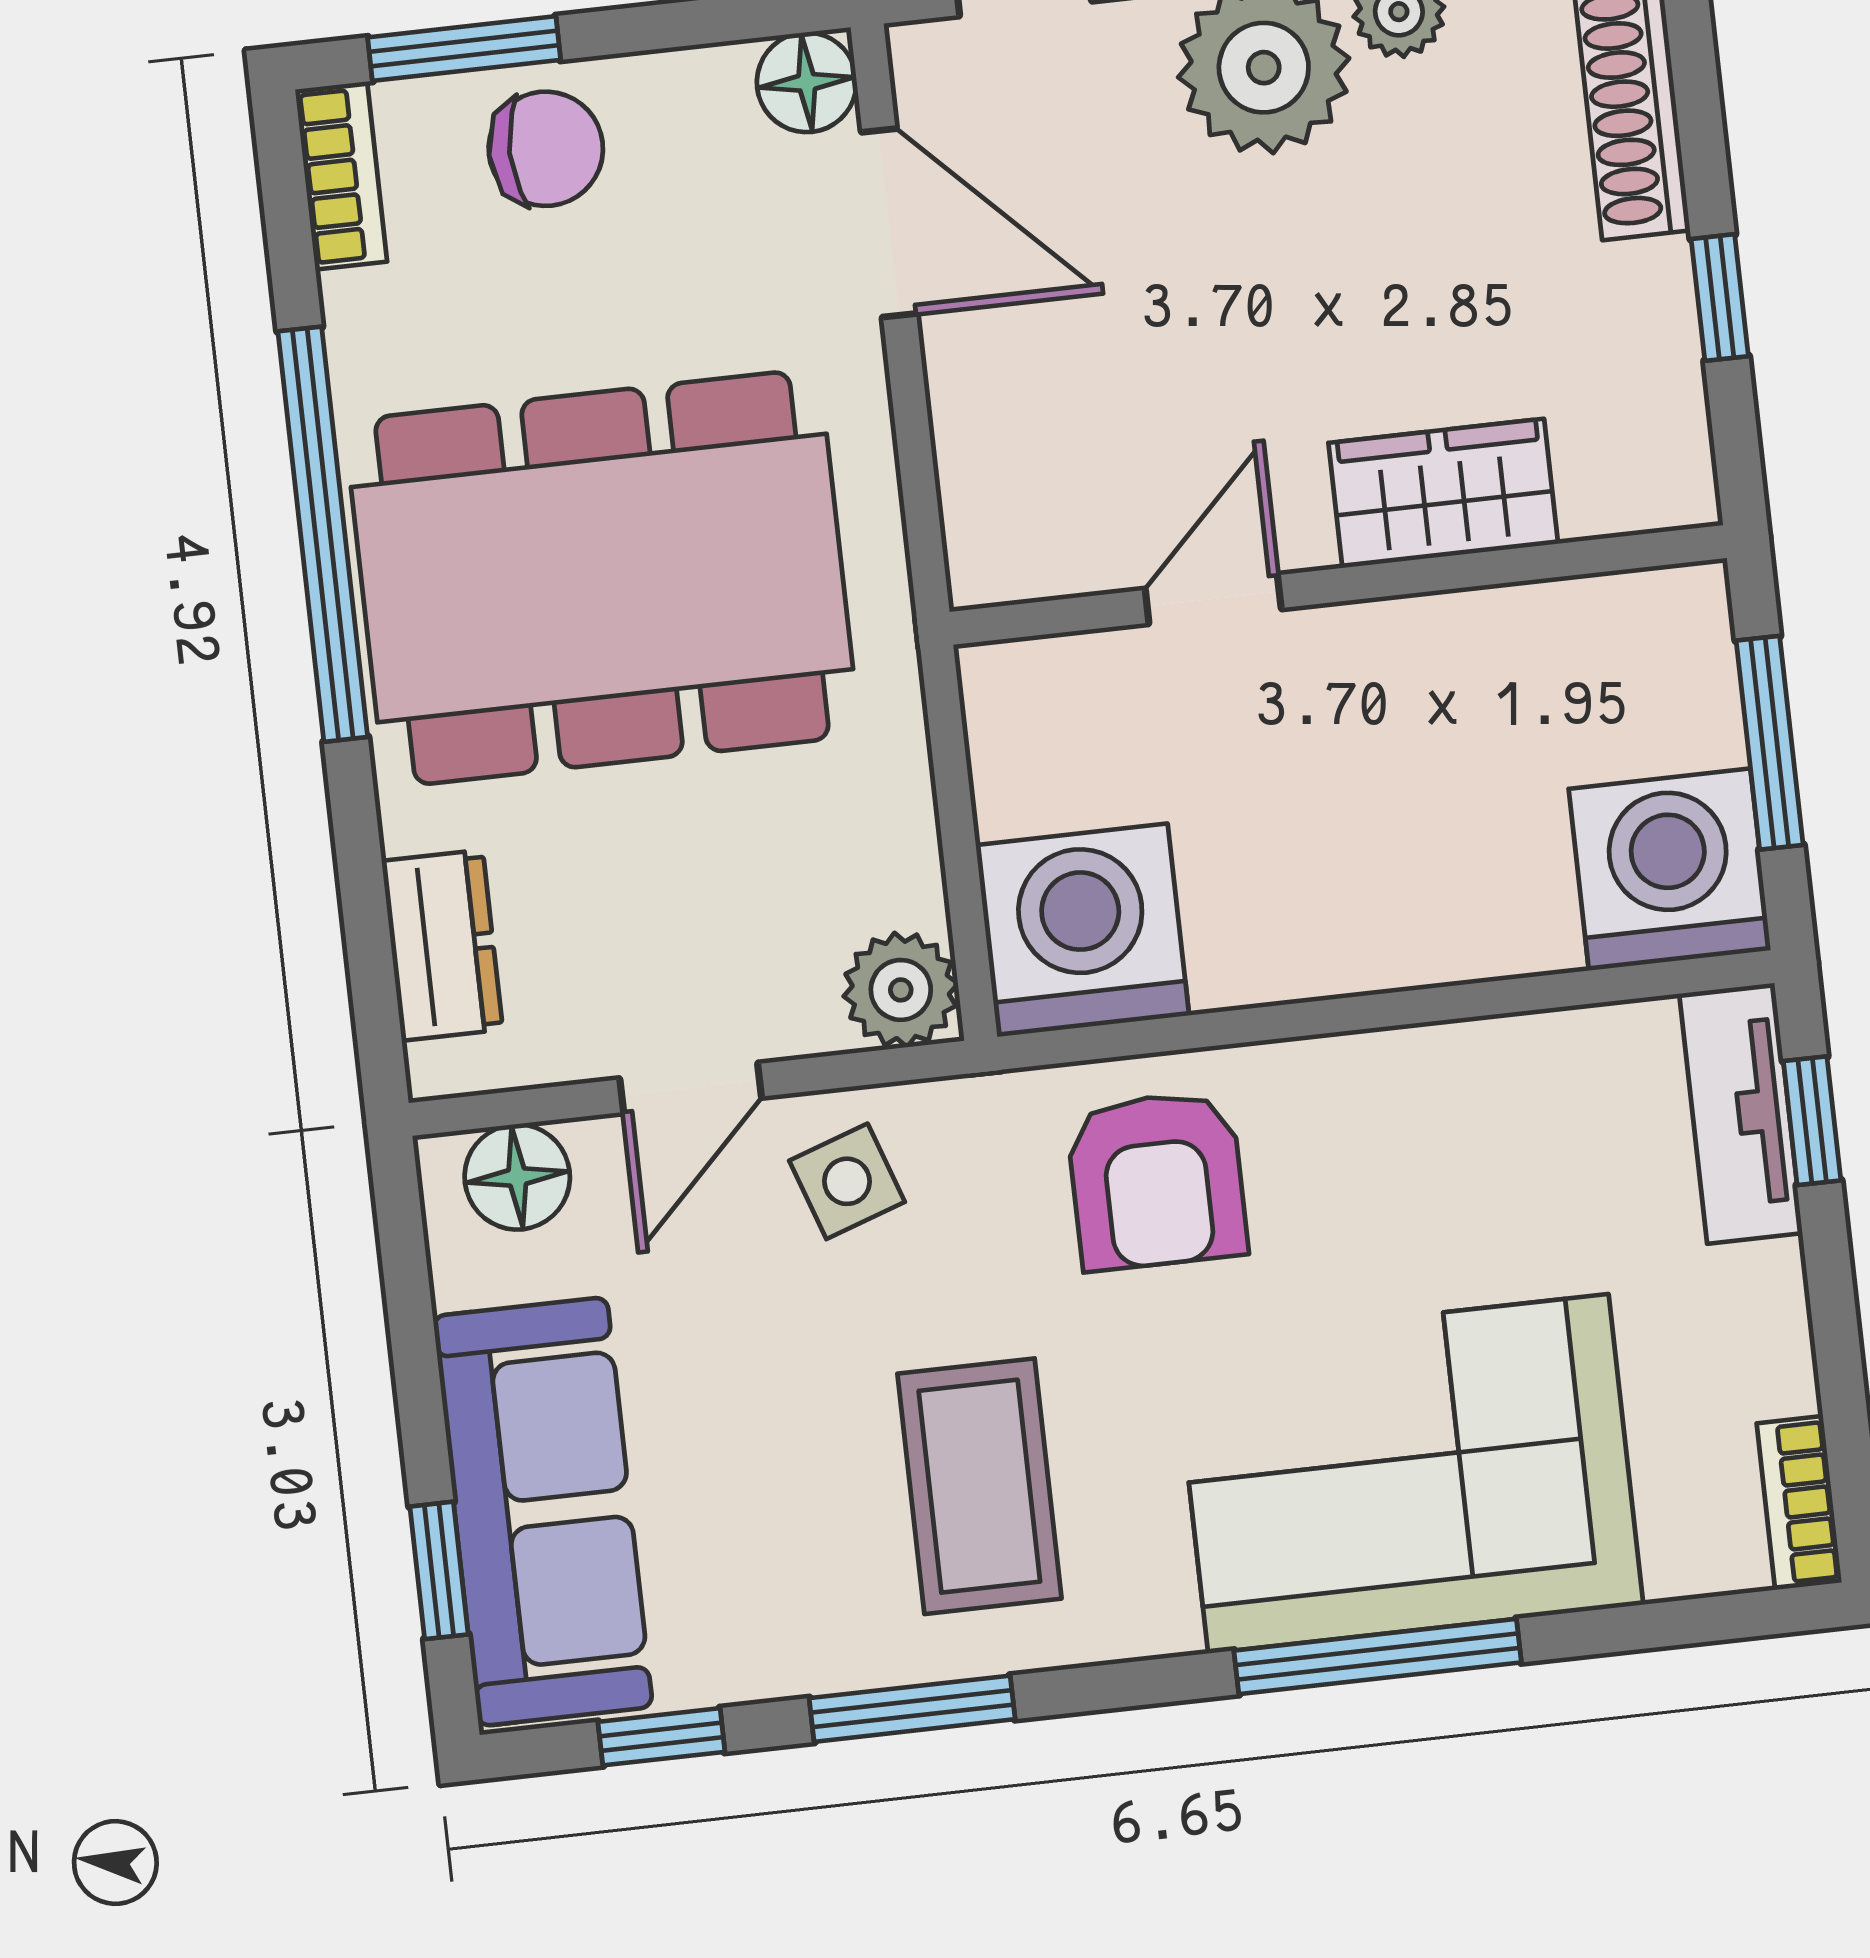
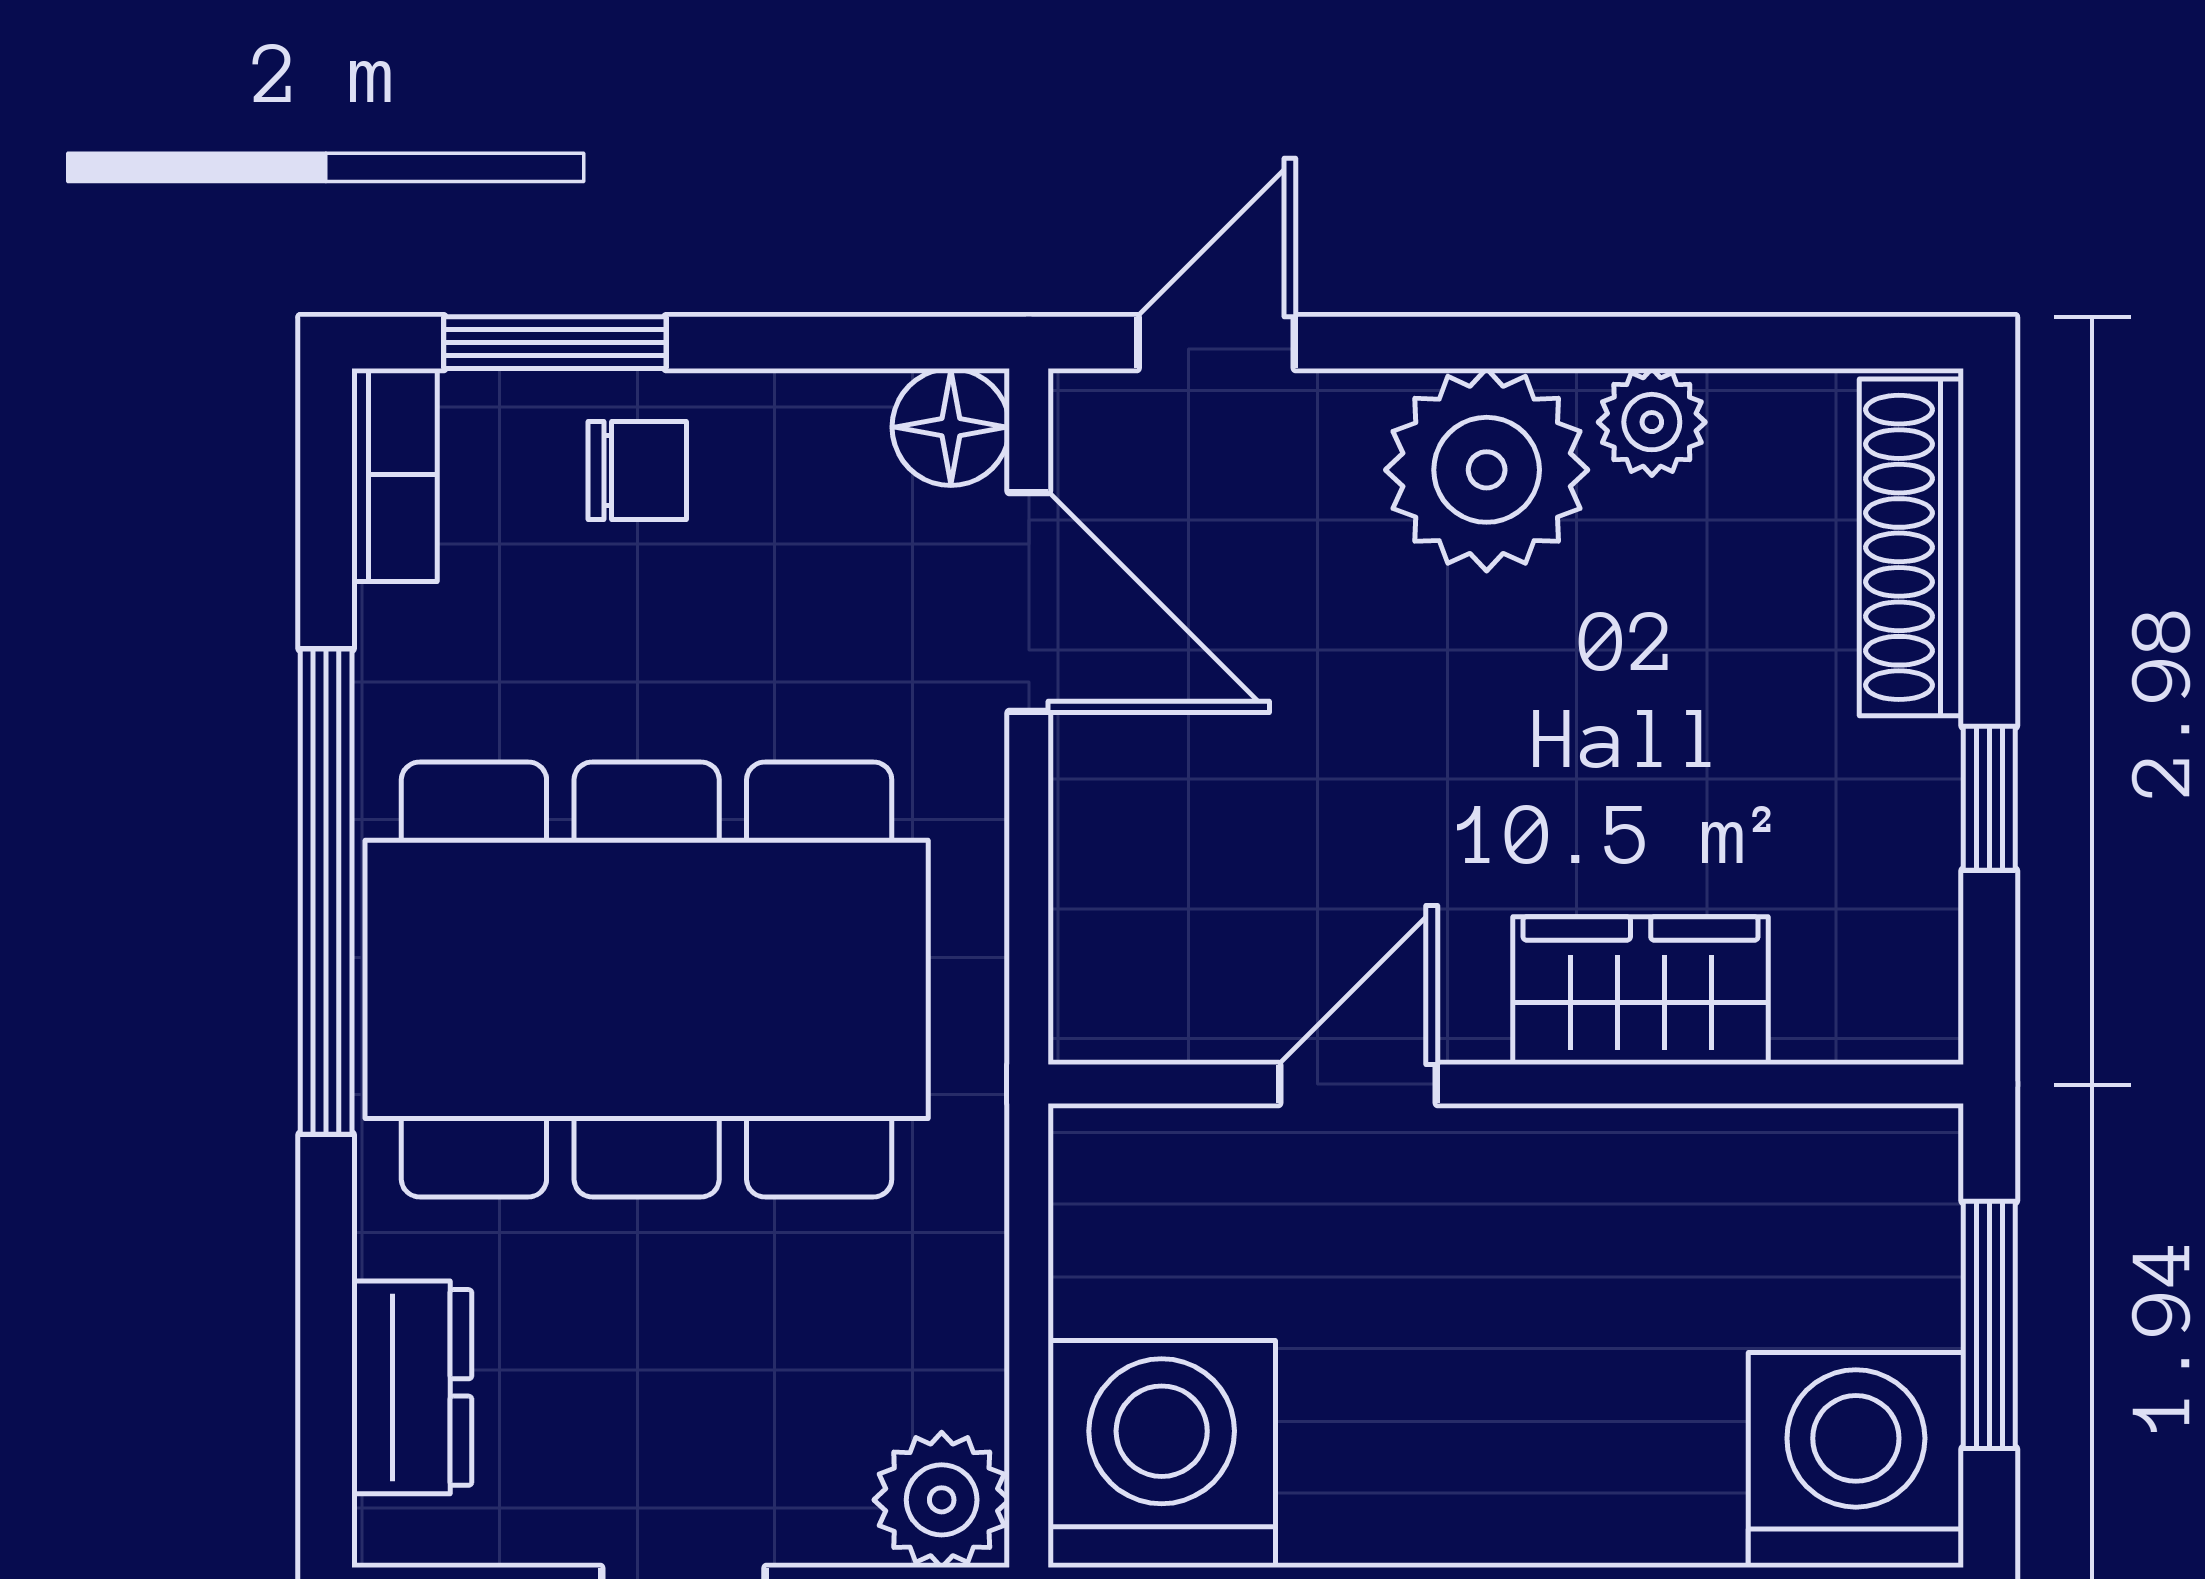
chair: (546, 149) -> (637, 471), width x0.73, depth x0.73

